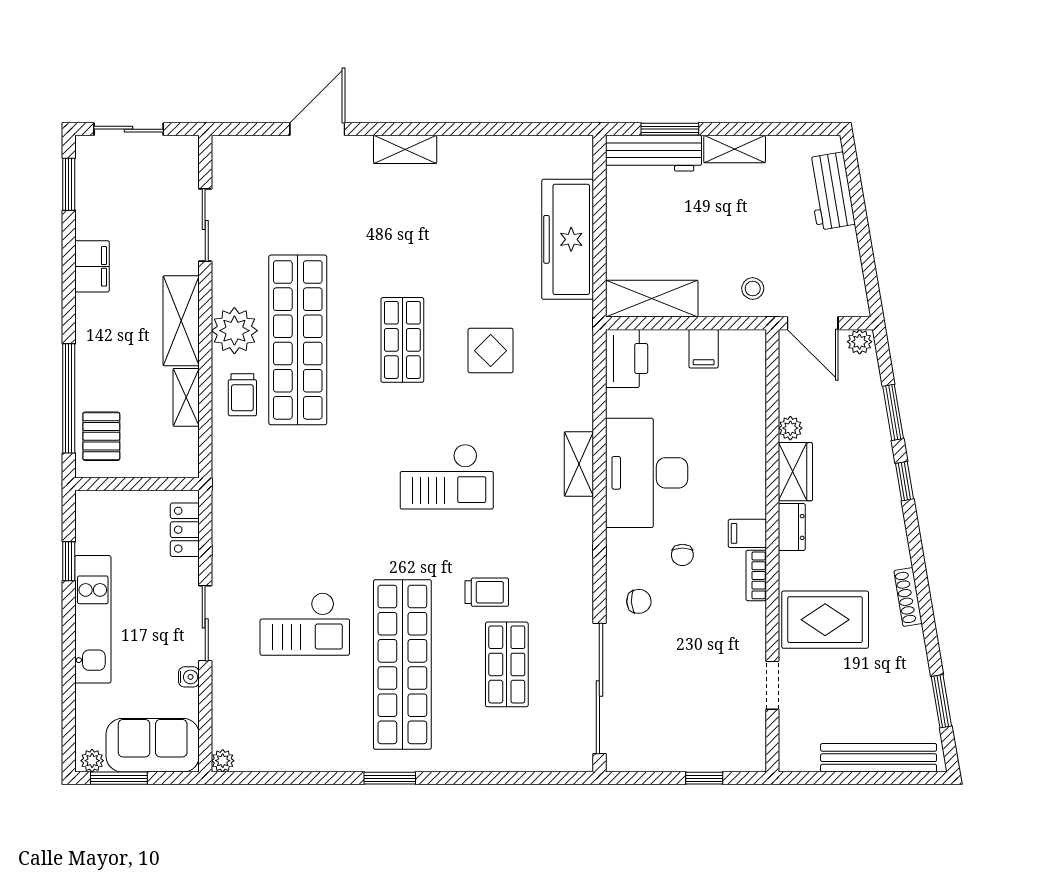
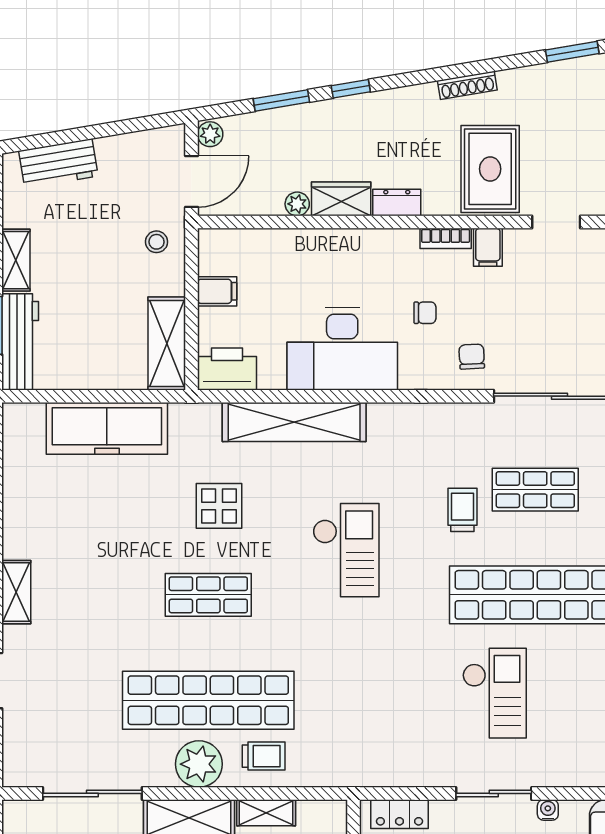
sliding door: (205, 225) -> (92, 793), width x1.37
shelving: (579, 464) -> (294, 422), width x2.20, depth x1.33
filing cabinet: (747, 533) -> (488, 247), moved

